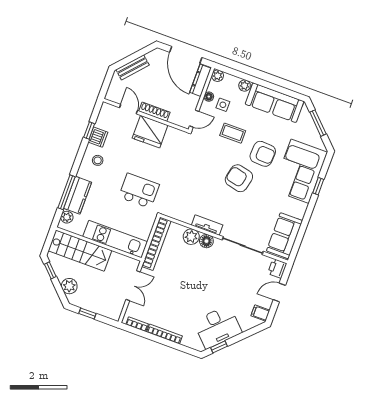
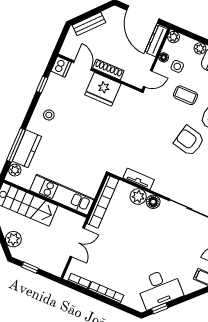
dishwasher: (98, 137) -> (61, 67), moved
kitchen island: (139, 191) -> (89, 148), removed
tv unit: (207, 225) -> (139, 179), moved

